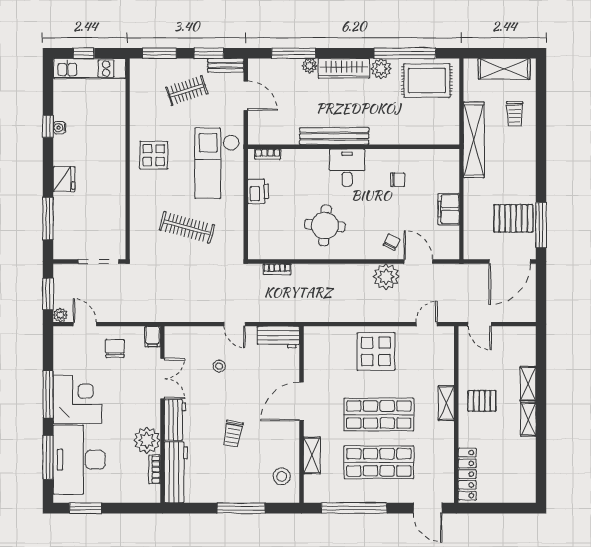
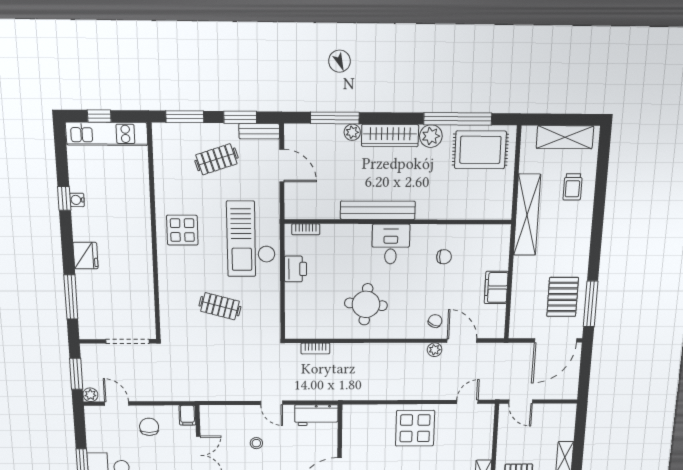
pallet: (513, 218) -> (563, 297), turned 90
clothes rail: (187, 227) -> (220, 306), width x0.73
plant: (386, 277) -> (435, 350), width x0.53, depth x0.53

